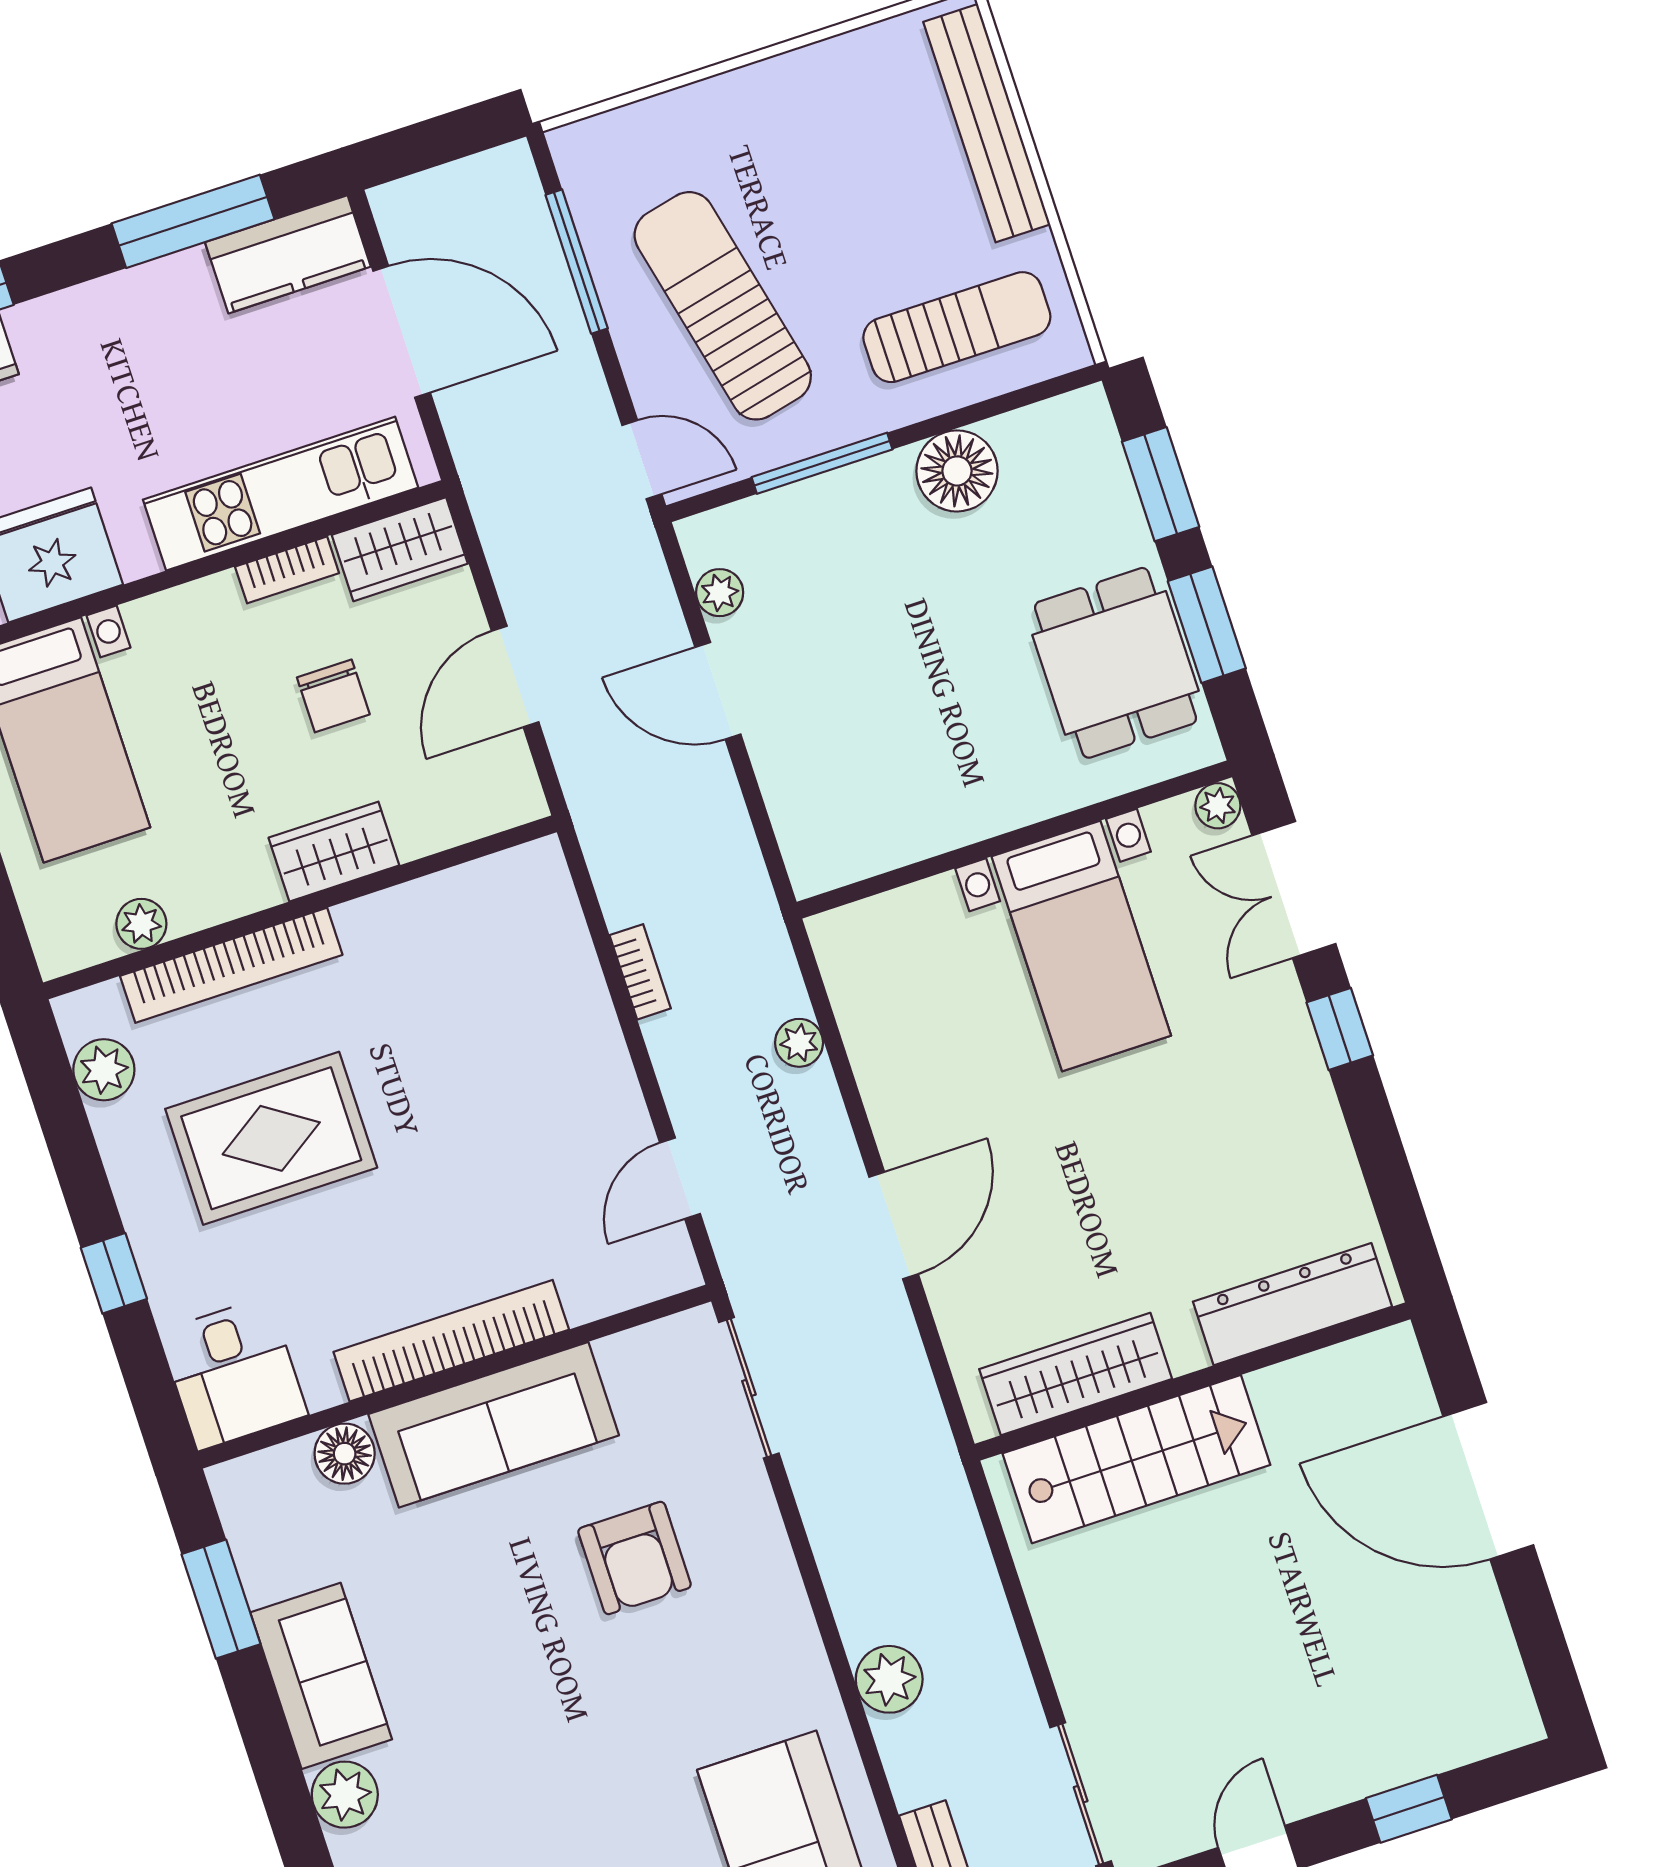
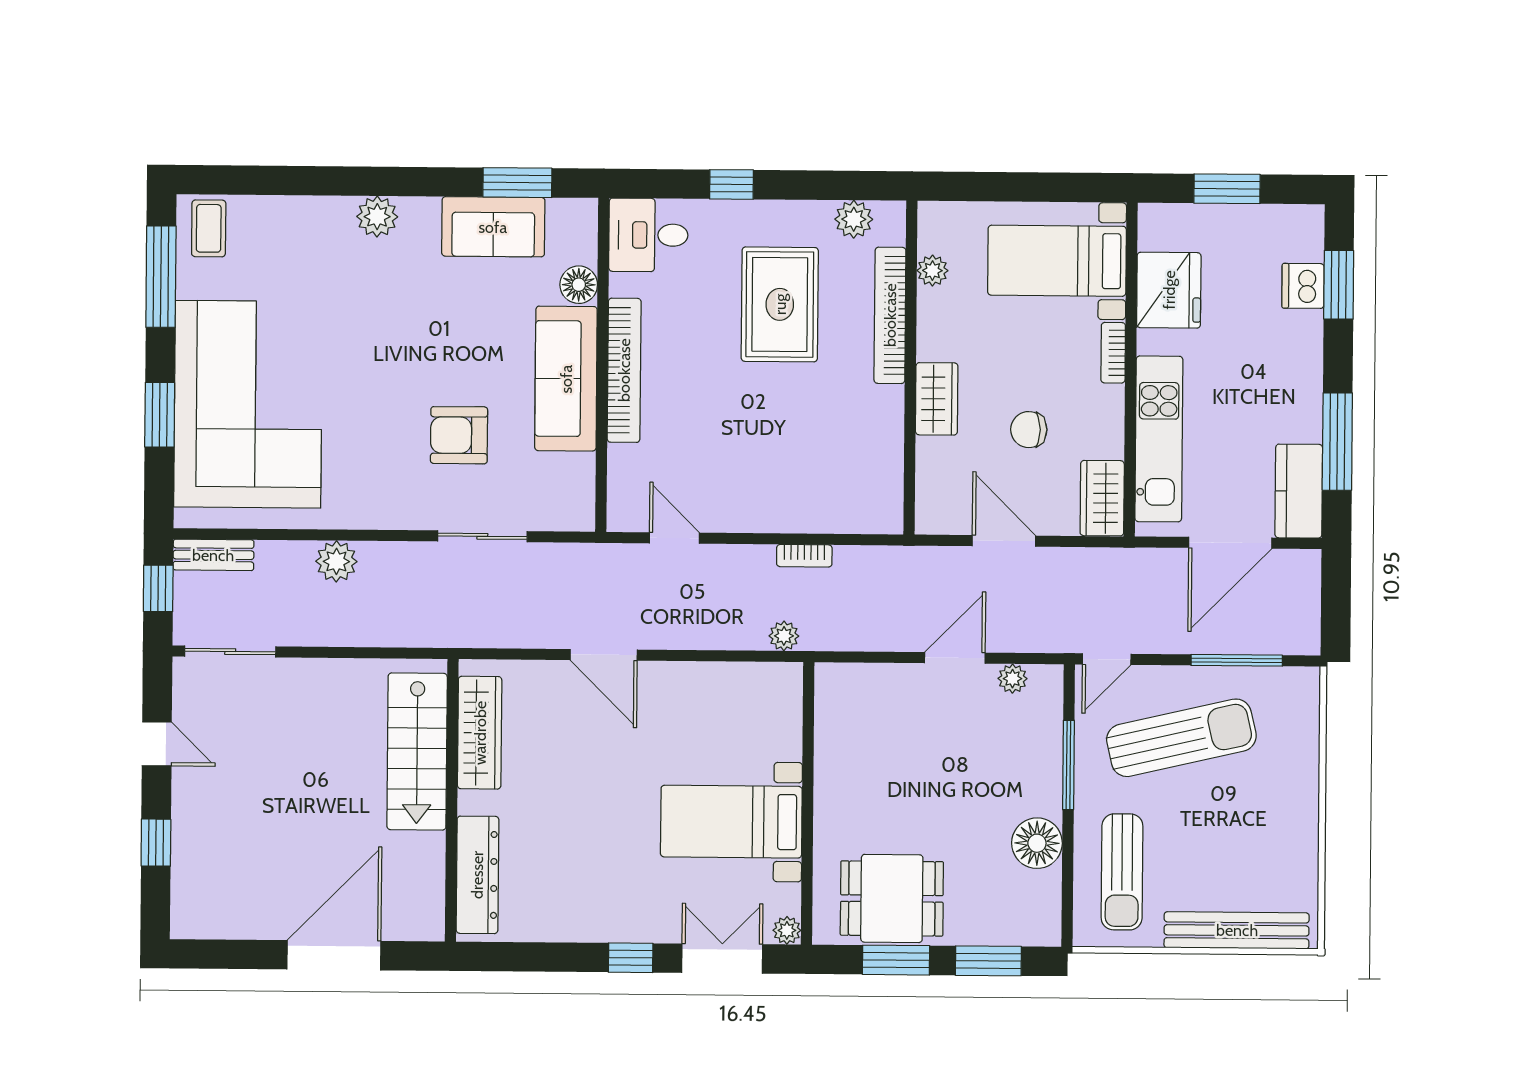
bookcase: (287, 570) -> (1113, 353), moved
plant: (799, 1043) -> (784, 636), moved
sliding door: (749, 1388) -> (482, 536), moved
sofa: (321, 1676) -> (493, 227), moved

